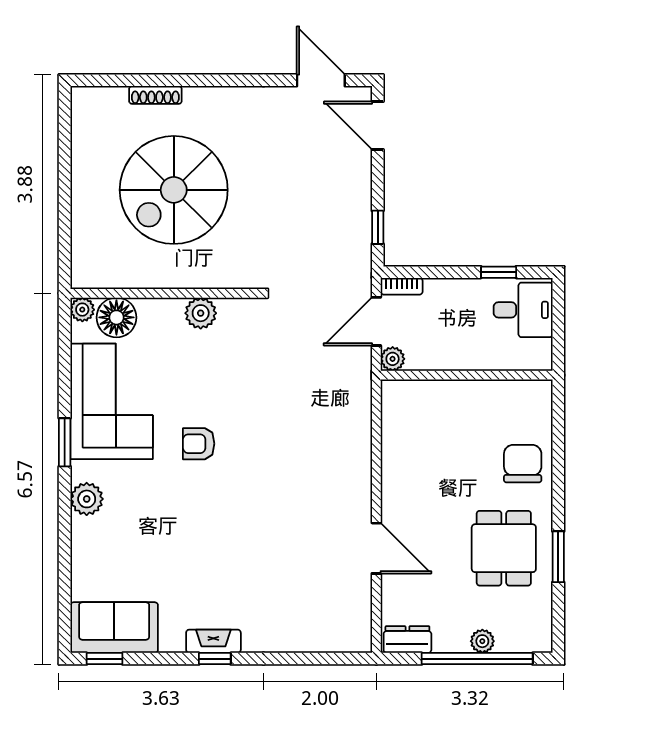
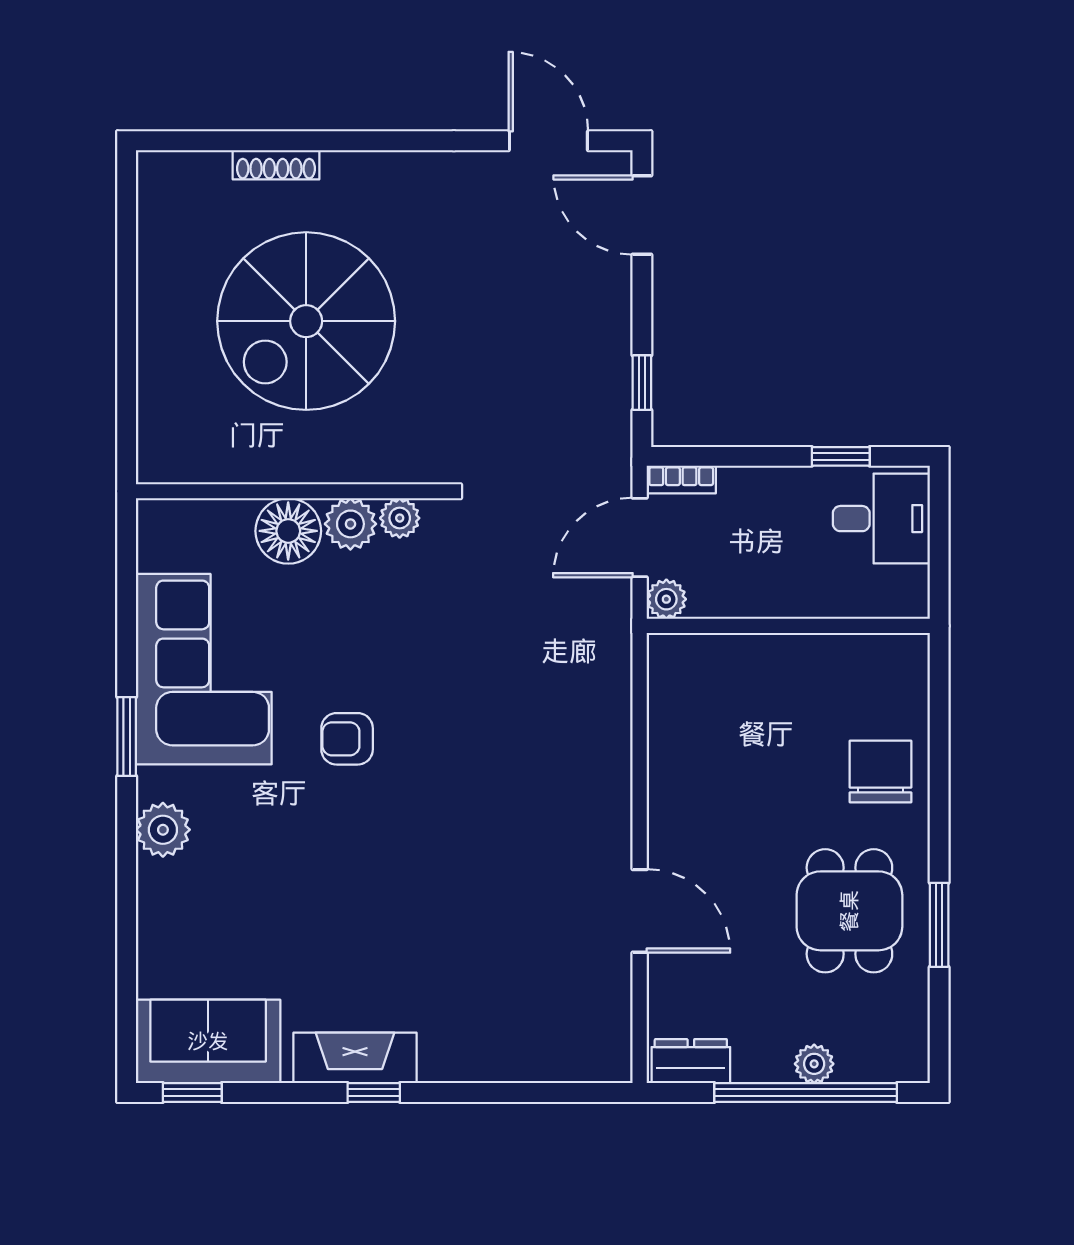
plant: (82, 310) -> (400, 518), moved
floor lamp: (116, 317) -> (288, 531), moved
fireplace: (213, 641) -> (355, 1058), width x1.37, depth x1.32

